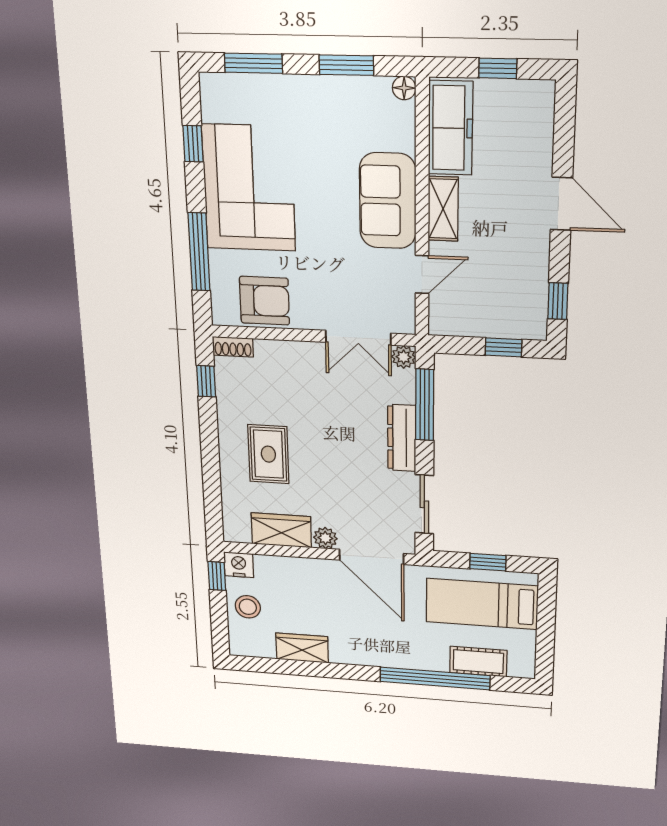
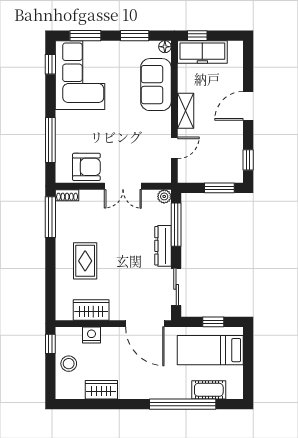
window: (498, 68) -> (197, 36), moved
freezer: (450, 128) -> (202, 52), moved, turned 90
window: (193, 144) -> (50, 64), moved
corner sofa: (249, 188) -> (80, 75), moved
sofa: (388, 201) -> (156, 85), moved
door: (561, 204) -> (248, 106), swing flipped
double door: (358, 338) -> (123, 186), moved
window: (503, 347) -> (219, 188), width x1.50
window: (206, 381) -> (50, 217), width x2.17
plant: (325, 538) -> (117, 313), removed
nightstand: (239, 565) -> (91, 335), moved

